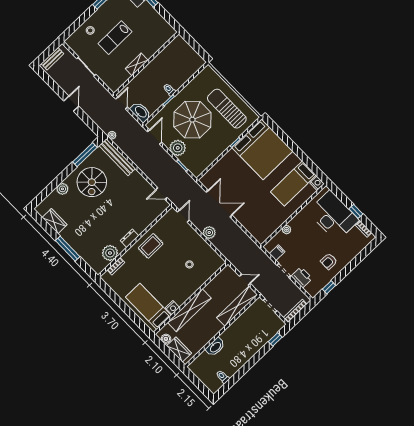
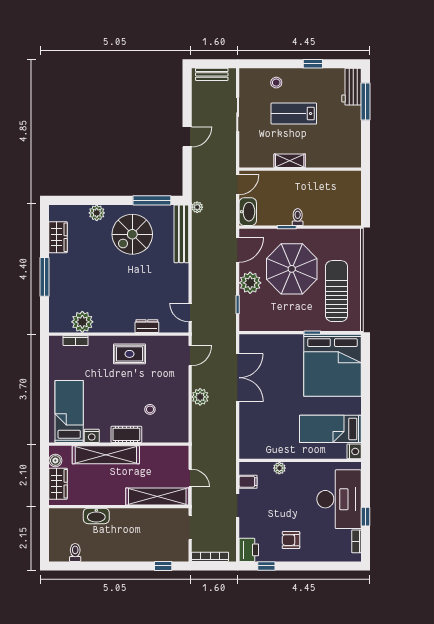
dresser: (130, 238) -> (147, 326), moved
printer: (302, 277) -> (249, 550), moved
cot: (190, 289) -> (126, 434), added

